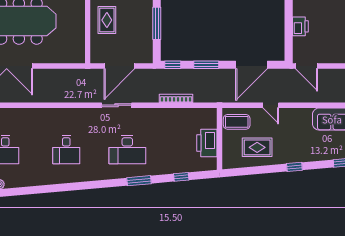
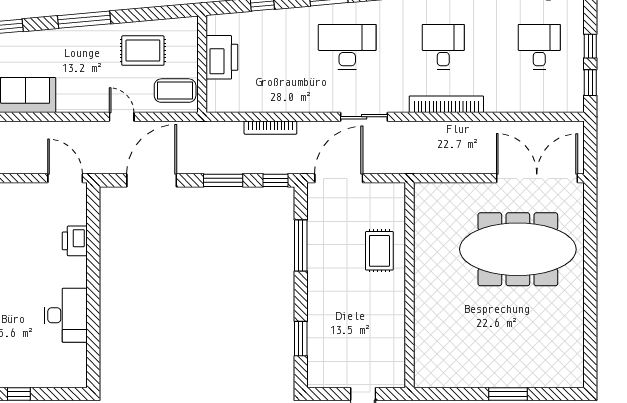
door: (119, 66) -> (339, 178), moved
bookcase: (64, 113) -> (446, 104), added
window: (294, 167) -> (84, 20), width x2.17

